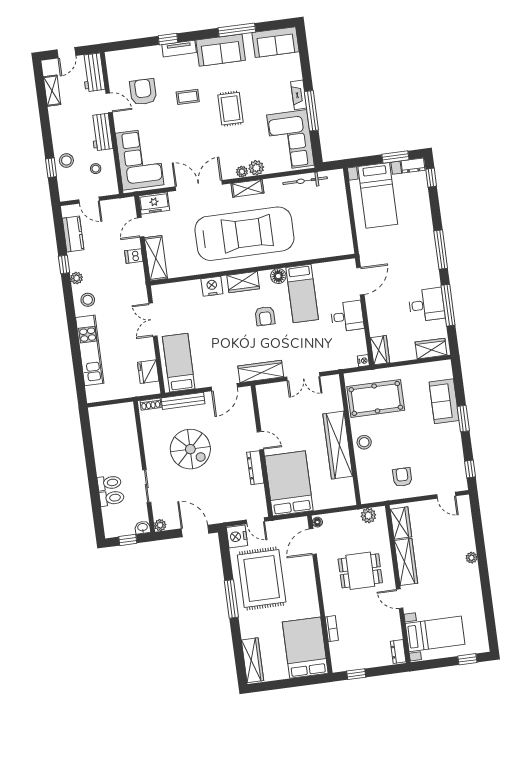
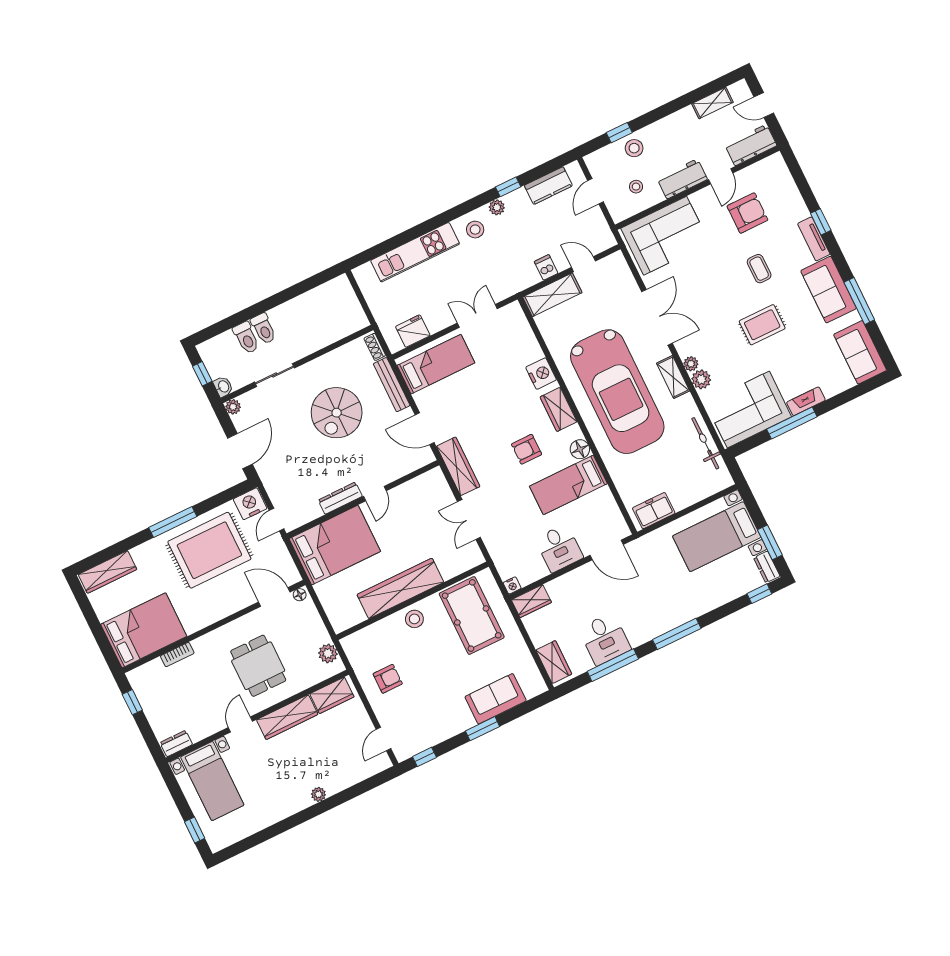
freezer: (154, 203) -> (654, 511), moved, turned 90

